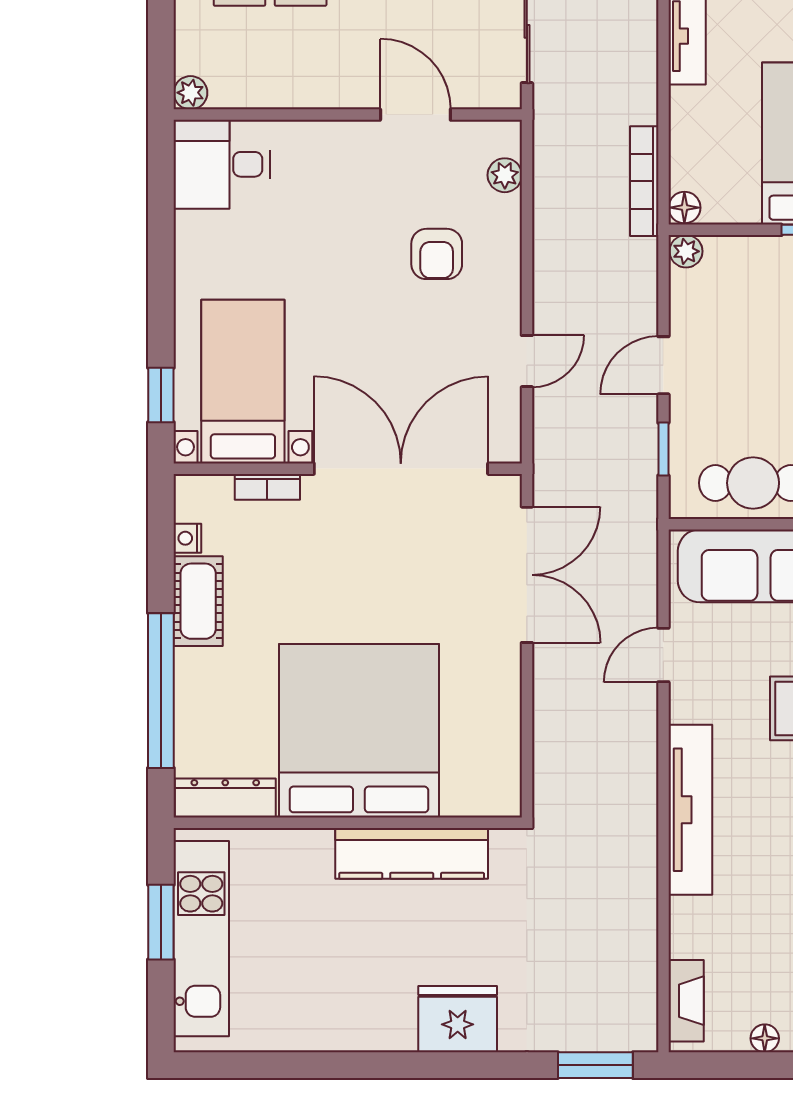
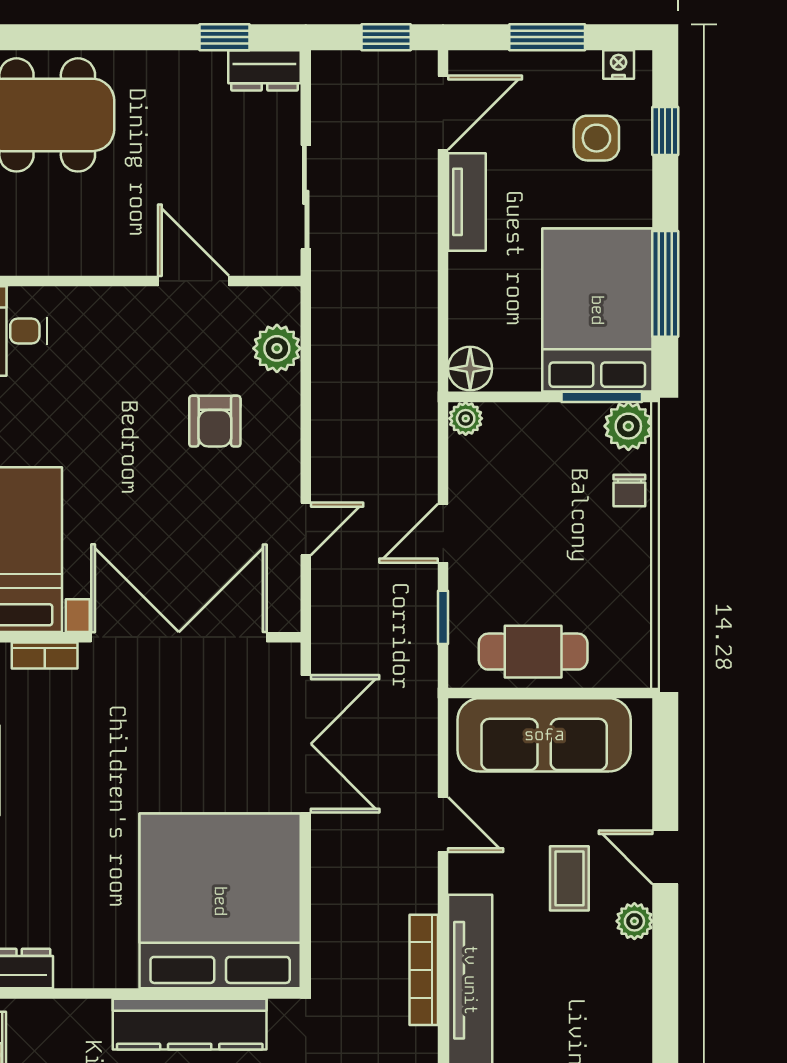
plant: (505, 175) -> (277, 348), width x1.38, depth x1.38
bookcase: (644, 181) -> (424, 970), moved
floor lamp: (684, 208) -> (470, 369), width x1.37, depth x1.37
door: (663, 655) -> (443, 825), swing flipped
bed: (359, 731) -> (220, 901), moved

